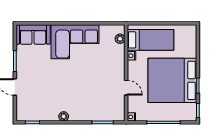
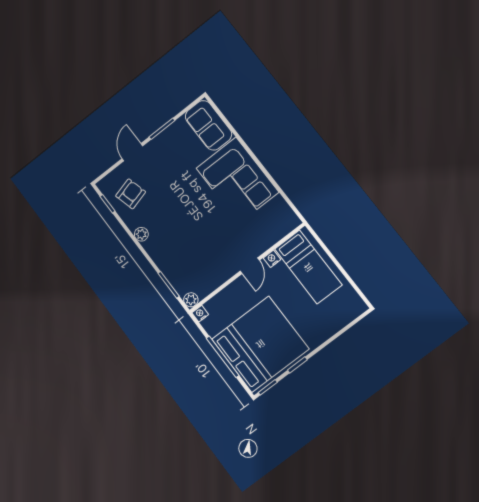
plant: (120, 39) -> (191, 300), moved
bed: (172, 80) -> (260, 344), moved, turned 90
door: (126, 88) -> (250, 266), moved
armchair: (37, 105) -> (131, 194), added

